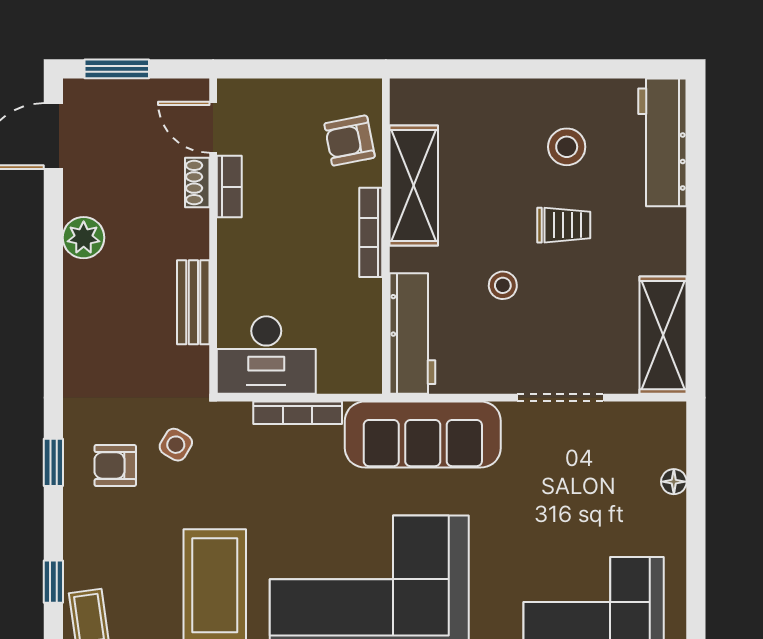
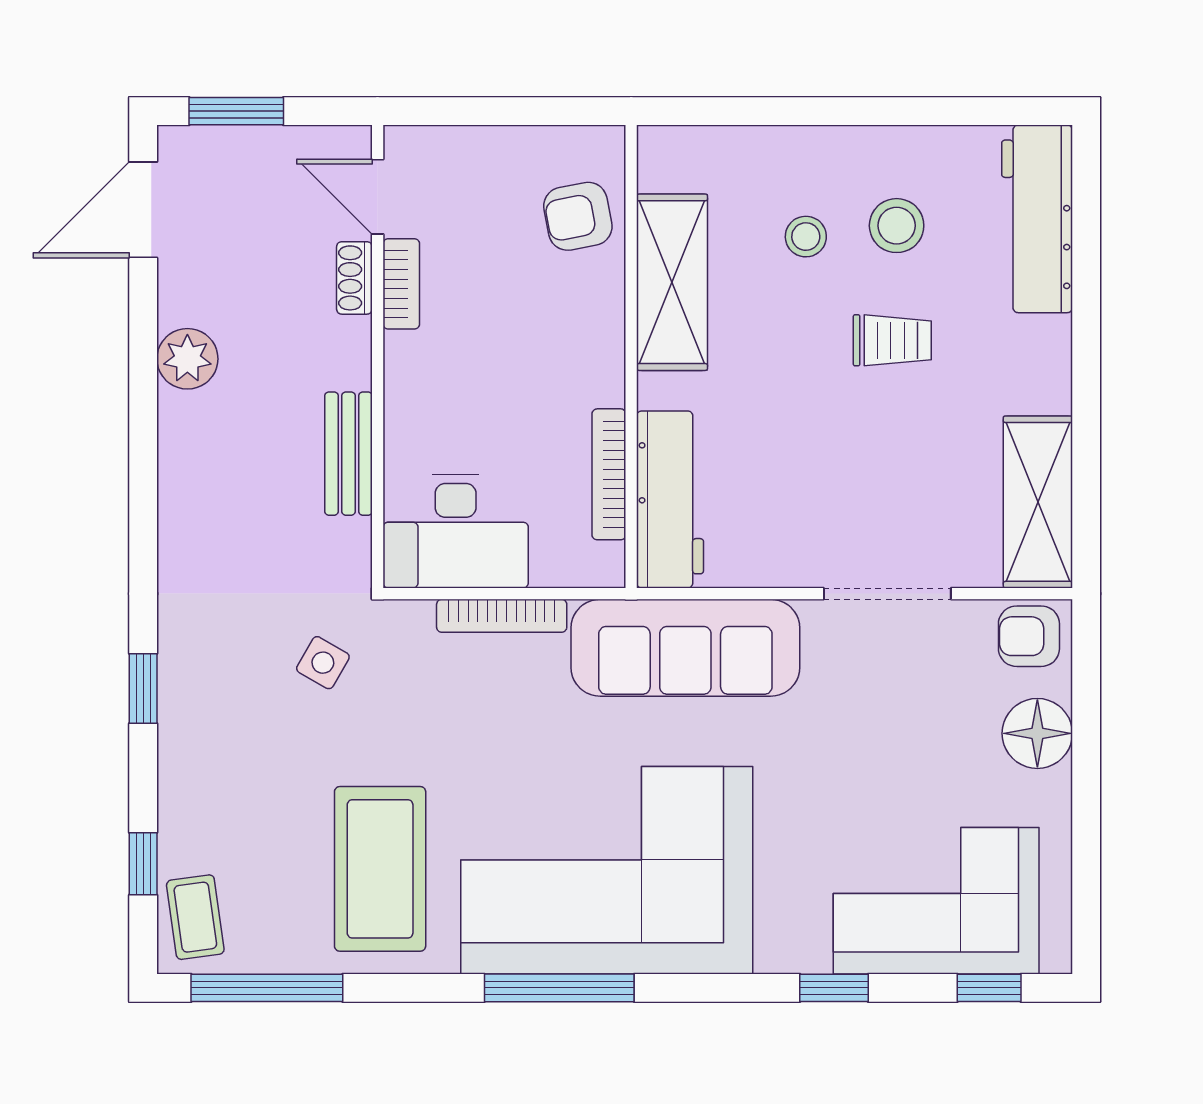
bookcase: (371, 232) -> (609, 474), moved
stool: (503, 285) -> (806, 237), moved
armchair: (115, 466) -> (1029, 636), moved
floor lamp: (674, 482) -> (1037, 733), width x1.89, depth x1.89

